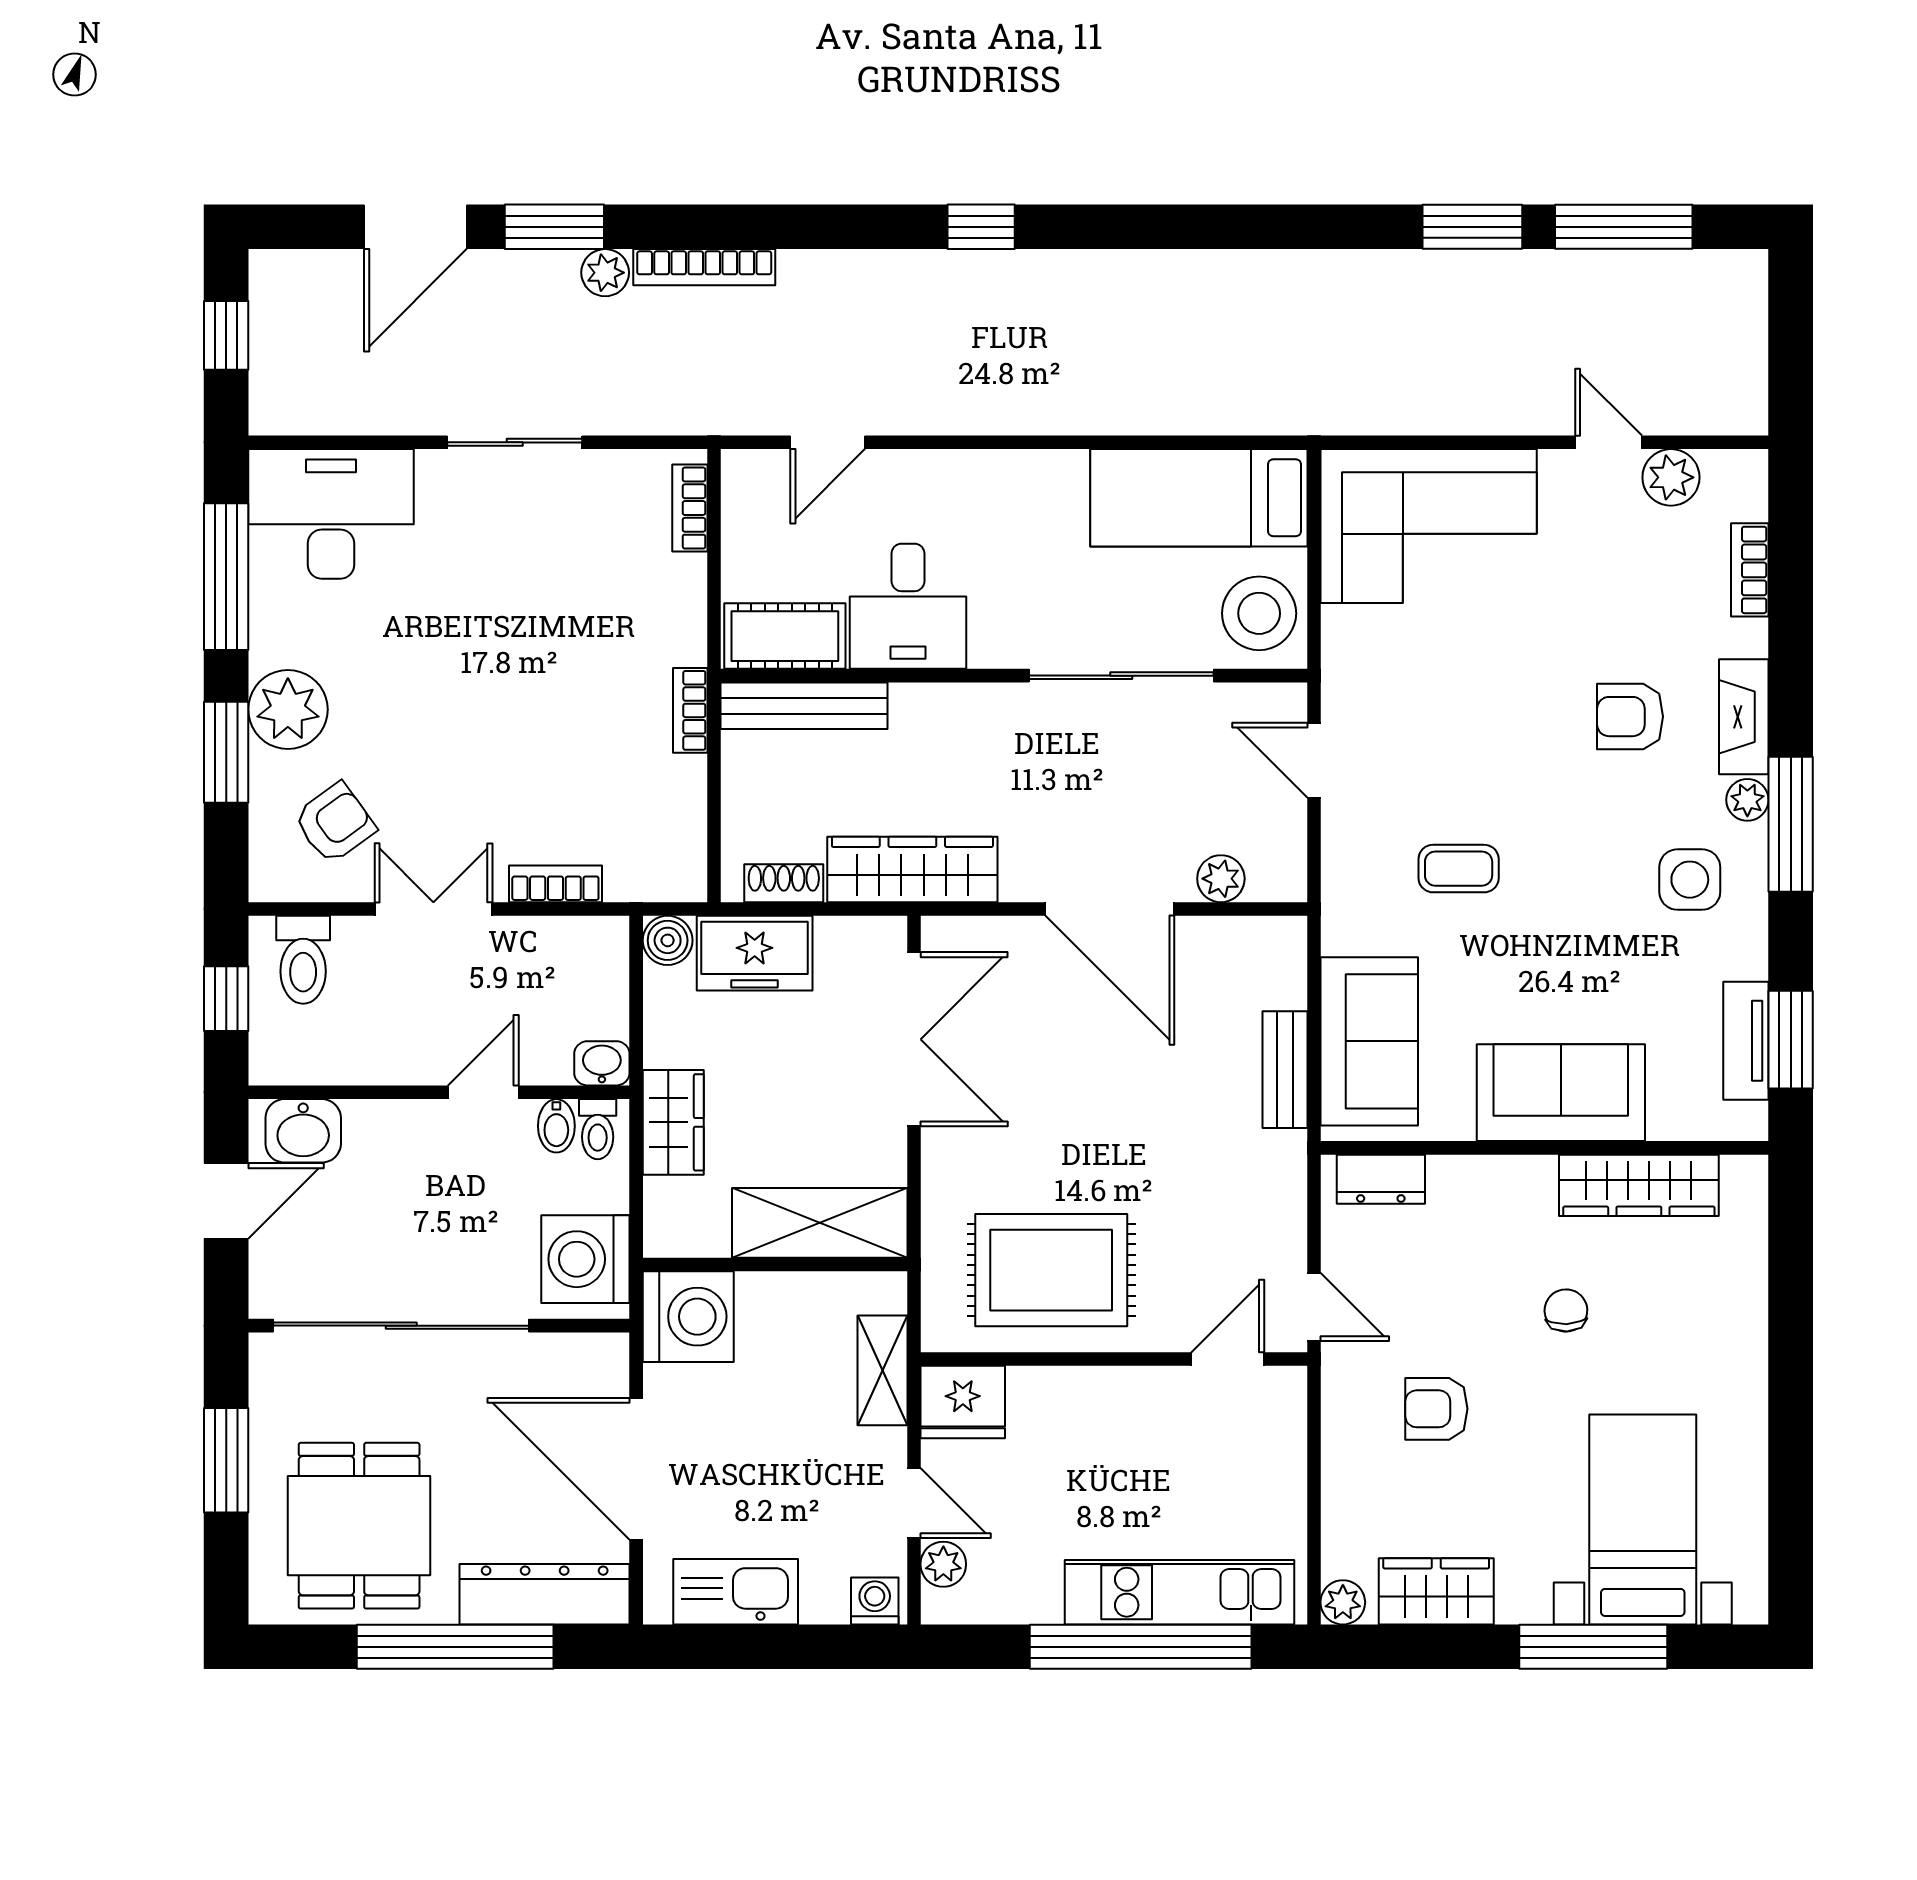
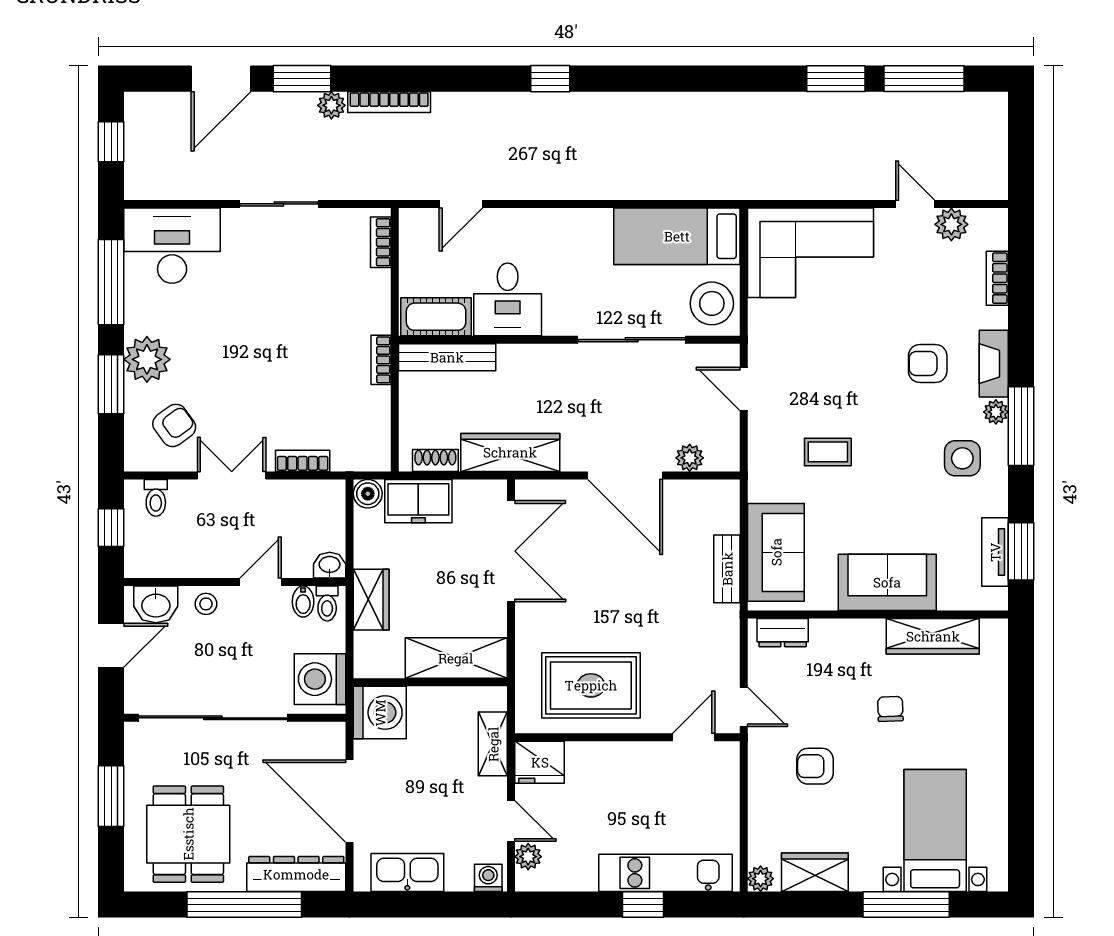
toilet: (303, 960) -> (156, 498), width x0.73, depth x0.72
stool: (389, 1130) -> (206, 604), added
window: (1141, 1647) -> (643, 905), width x0.32

